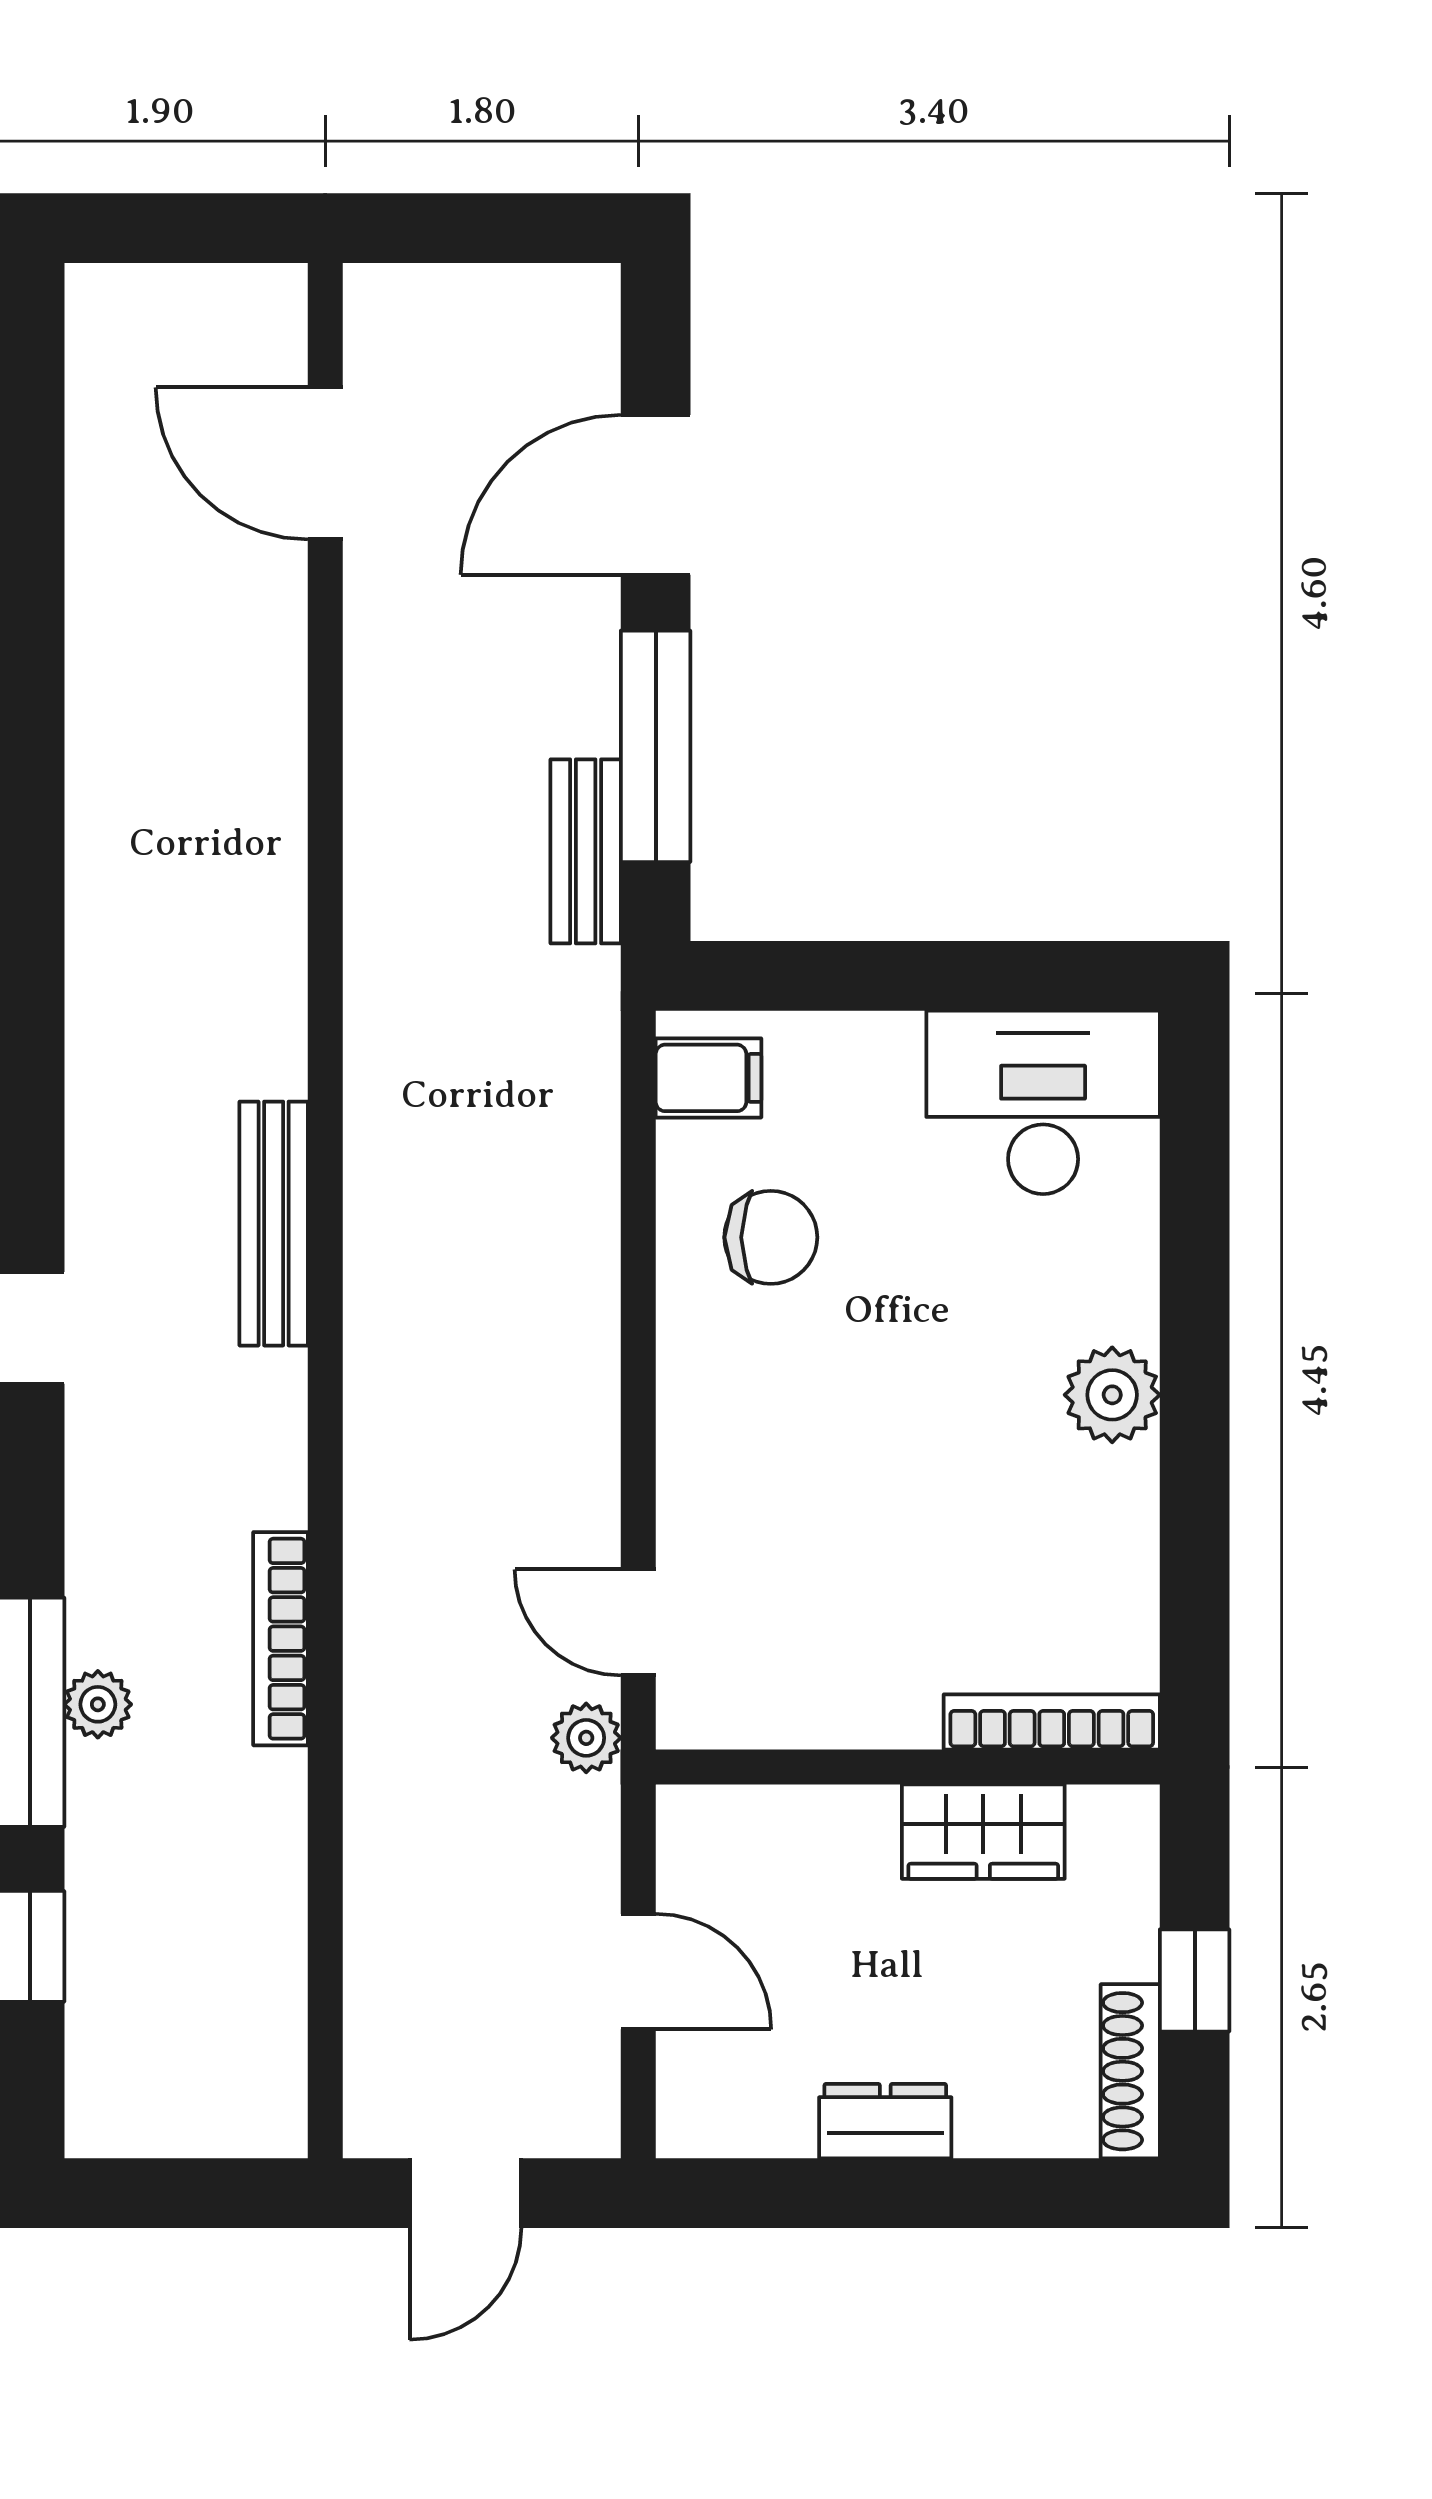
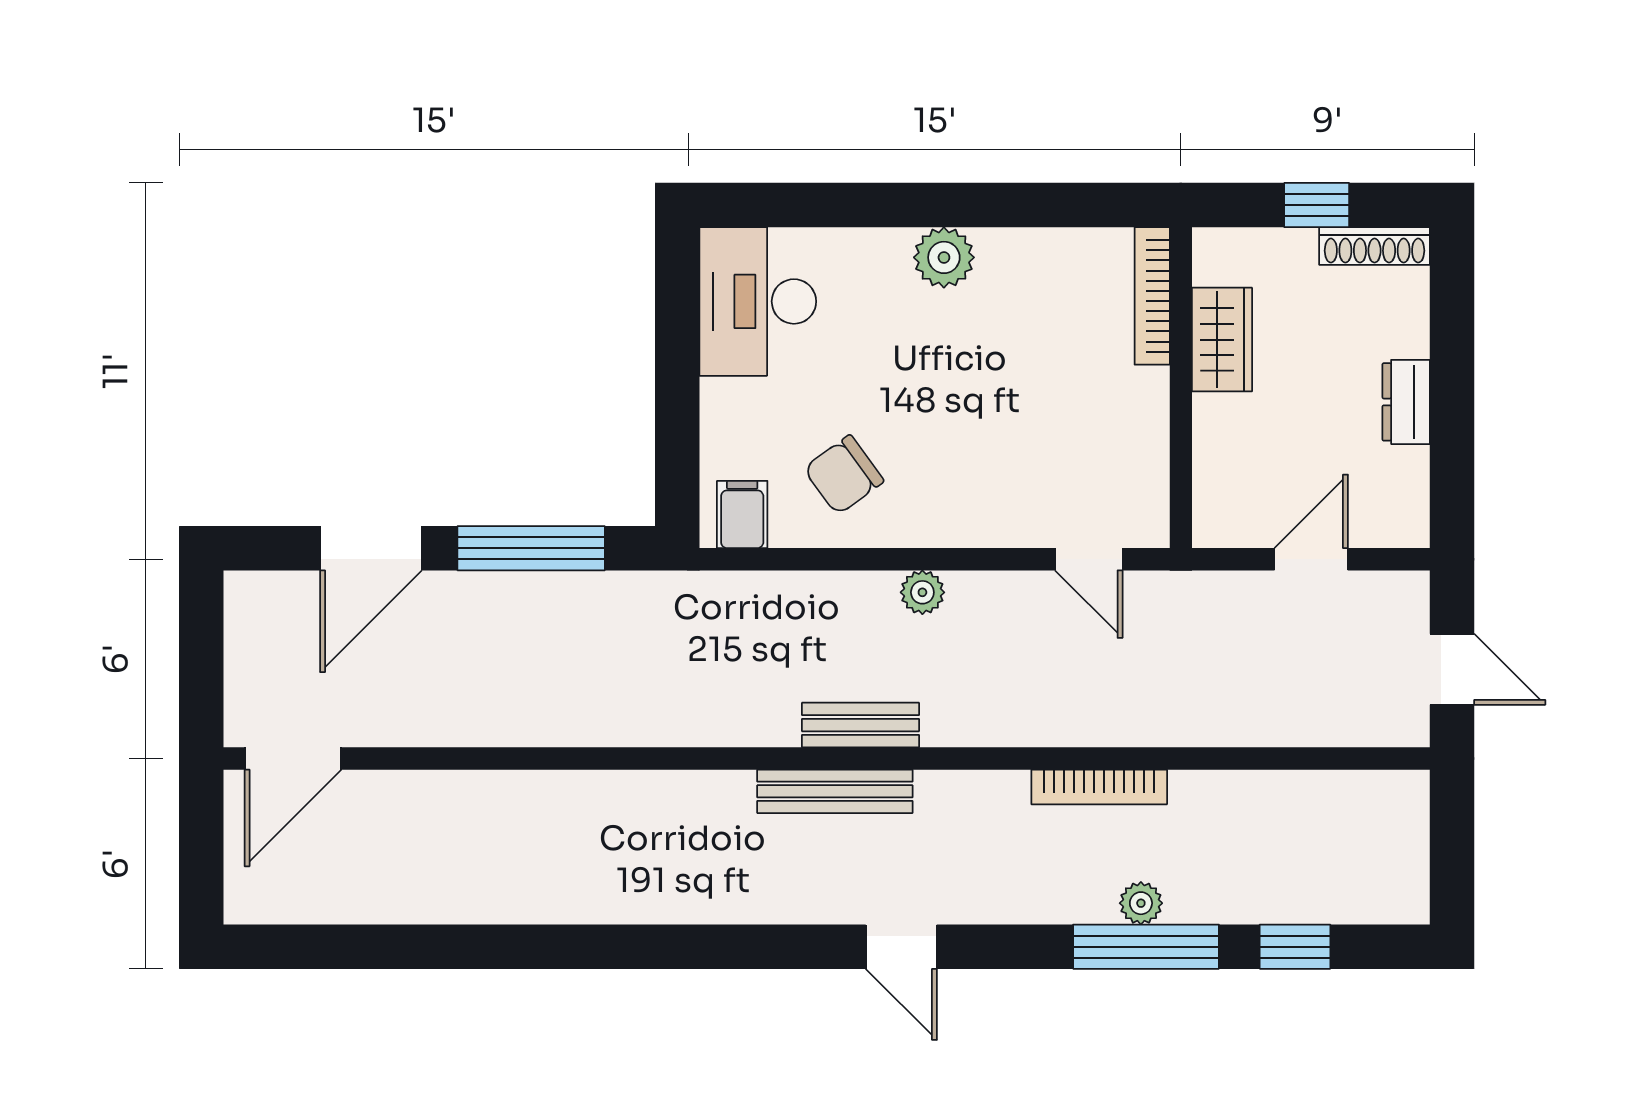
door: (325, 463) -> (293, 758), moved
door: (656, 495) -> (371, 548), hinge flipped
bench: (586, 851) -> (861, 725), moved
chair: (771, 1237) -> (844, 475), turned -126
door: (638, 1622) -> (1089, 559), hinge flipped
plant: (586, 1738) -> (922, 592), moved

